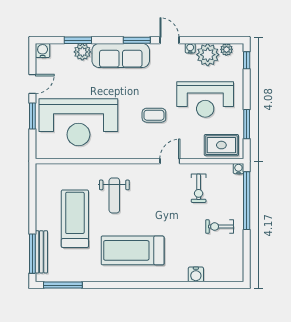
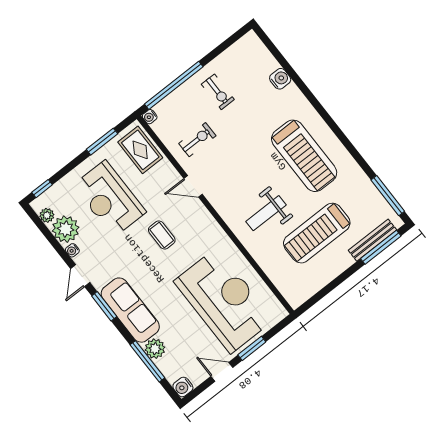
window: (78, 40) -> (147, 361), width x1.44
reception desk: (205, 100) -> (109, 199), turned 180
weight bench: (114, 195) -> (266, 213), turned 180

